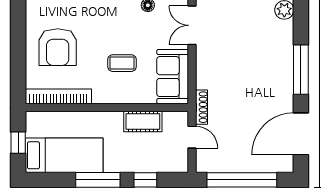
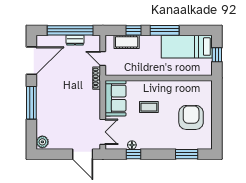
bookcase: (58, 96) -> (191, 85), removed
cot: (143, 121) -> (127, 42), moved
dresser: (235, 165) -> (75, 40), added

